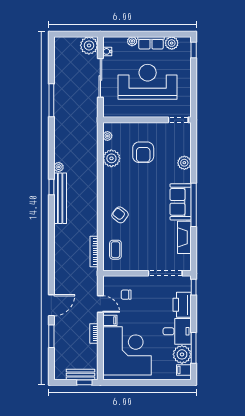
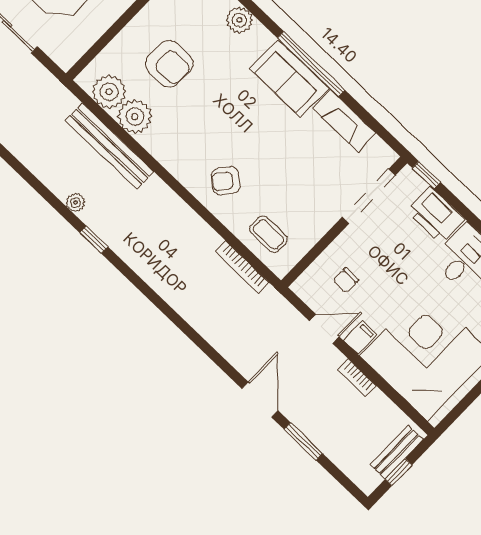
plant: (107, 136) -> (109, 92), width x1.88, depth x1.88
bench: (60, 198) -> (110, 146), moved
window: (84, 382) -> (399, 472), moved

